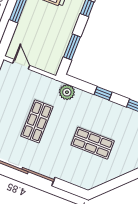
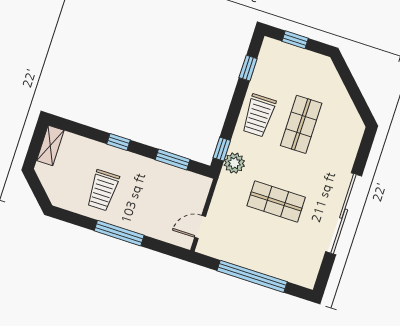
window: (103, 93) -> (222, 149), moved
trolley: (101, 112) -> (259, 115), added

